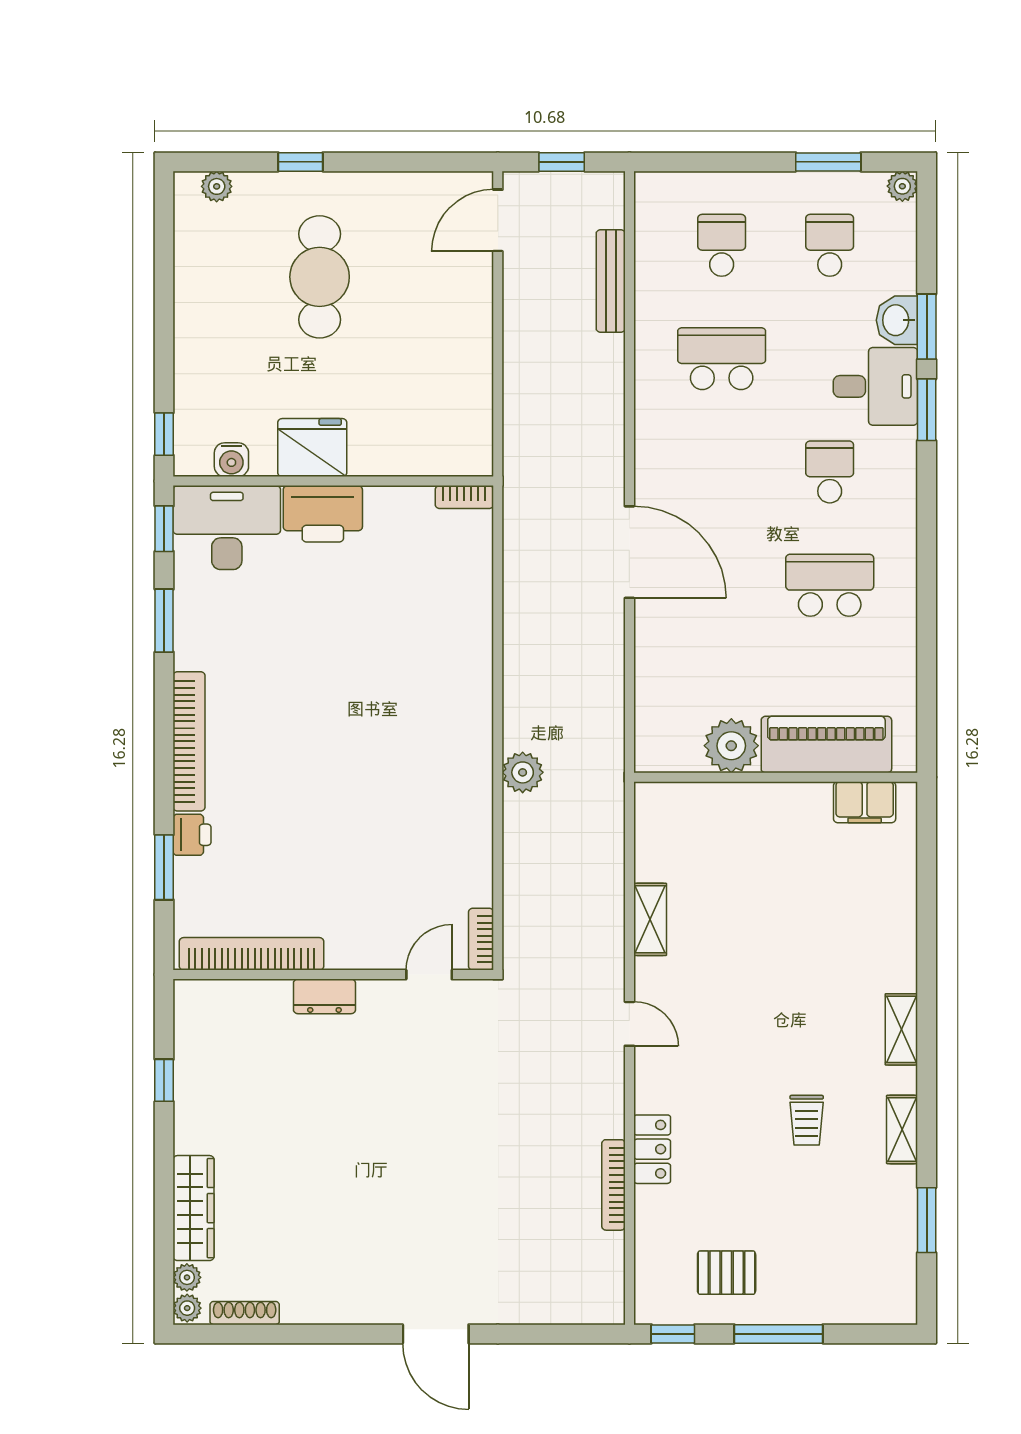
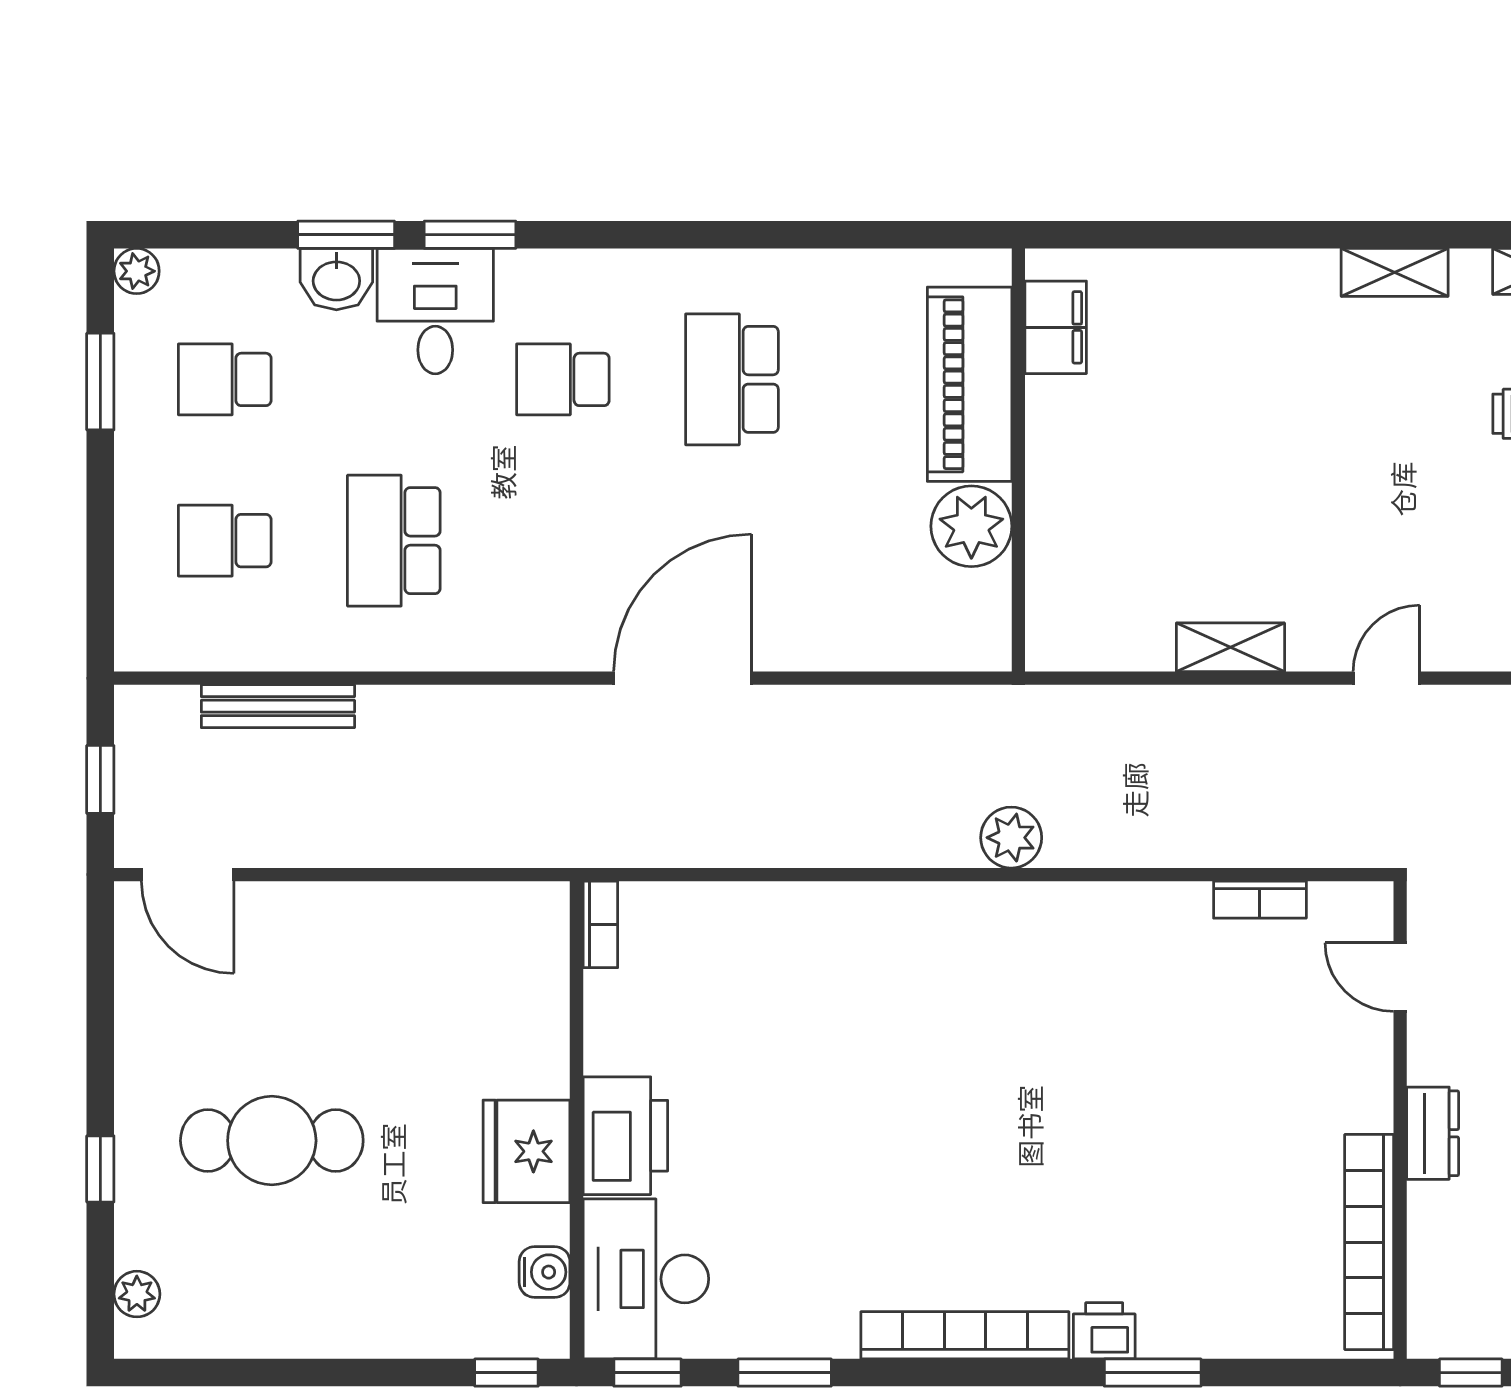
bookcase: (252, 954) -> (1369, 1242), moved
wall: (333, 975) -> (1400, 1120), moved
door: (429, 975) -> (1400, 977), moved
dresser: (324, 996) -> (1433, 1133), moved

